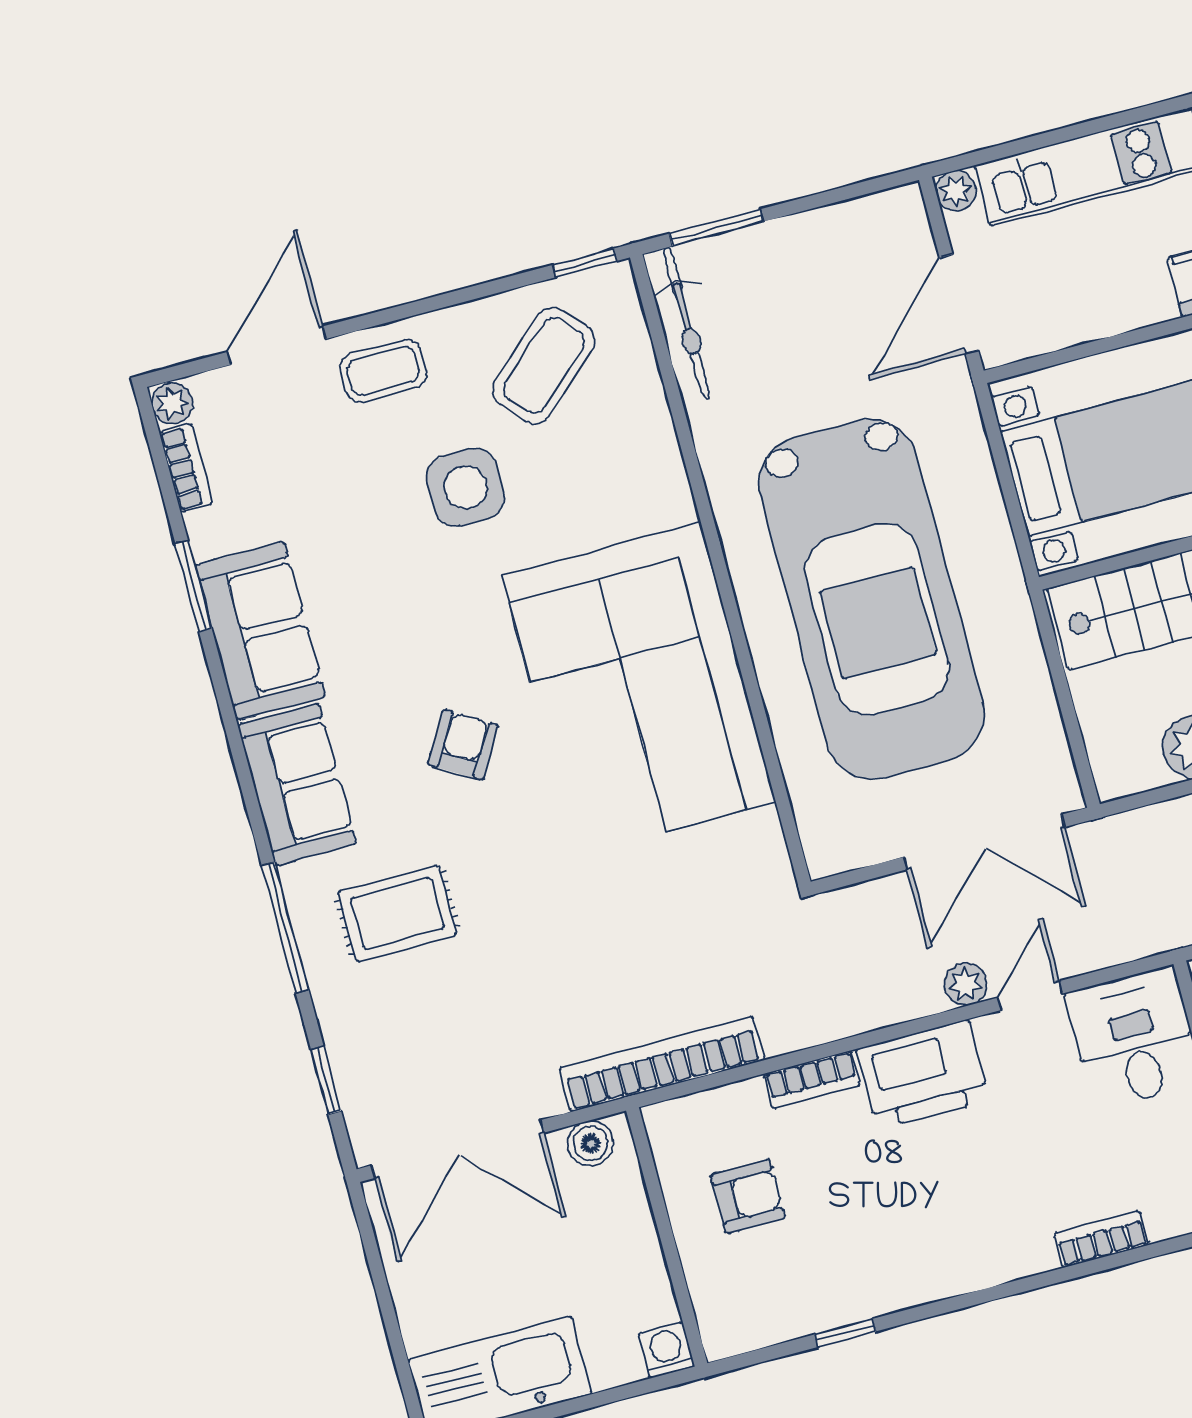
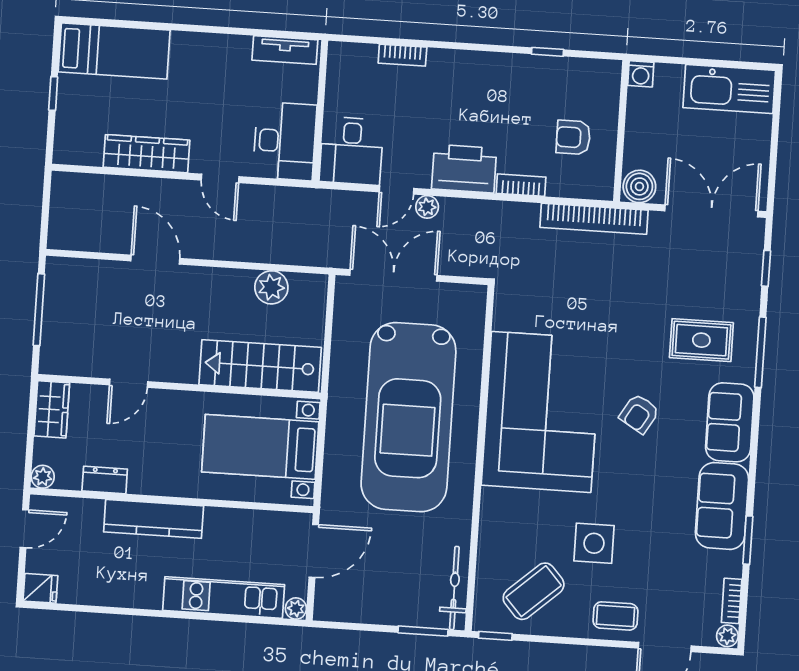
car: (872, 599) -> (408, 417), turned 180
boiler: (591, 1143) -> (639, 186), width x1.36, depth x1.36

